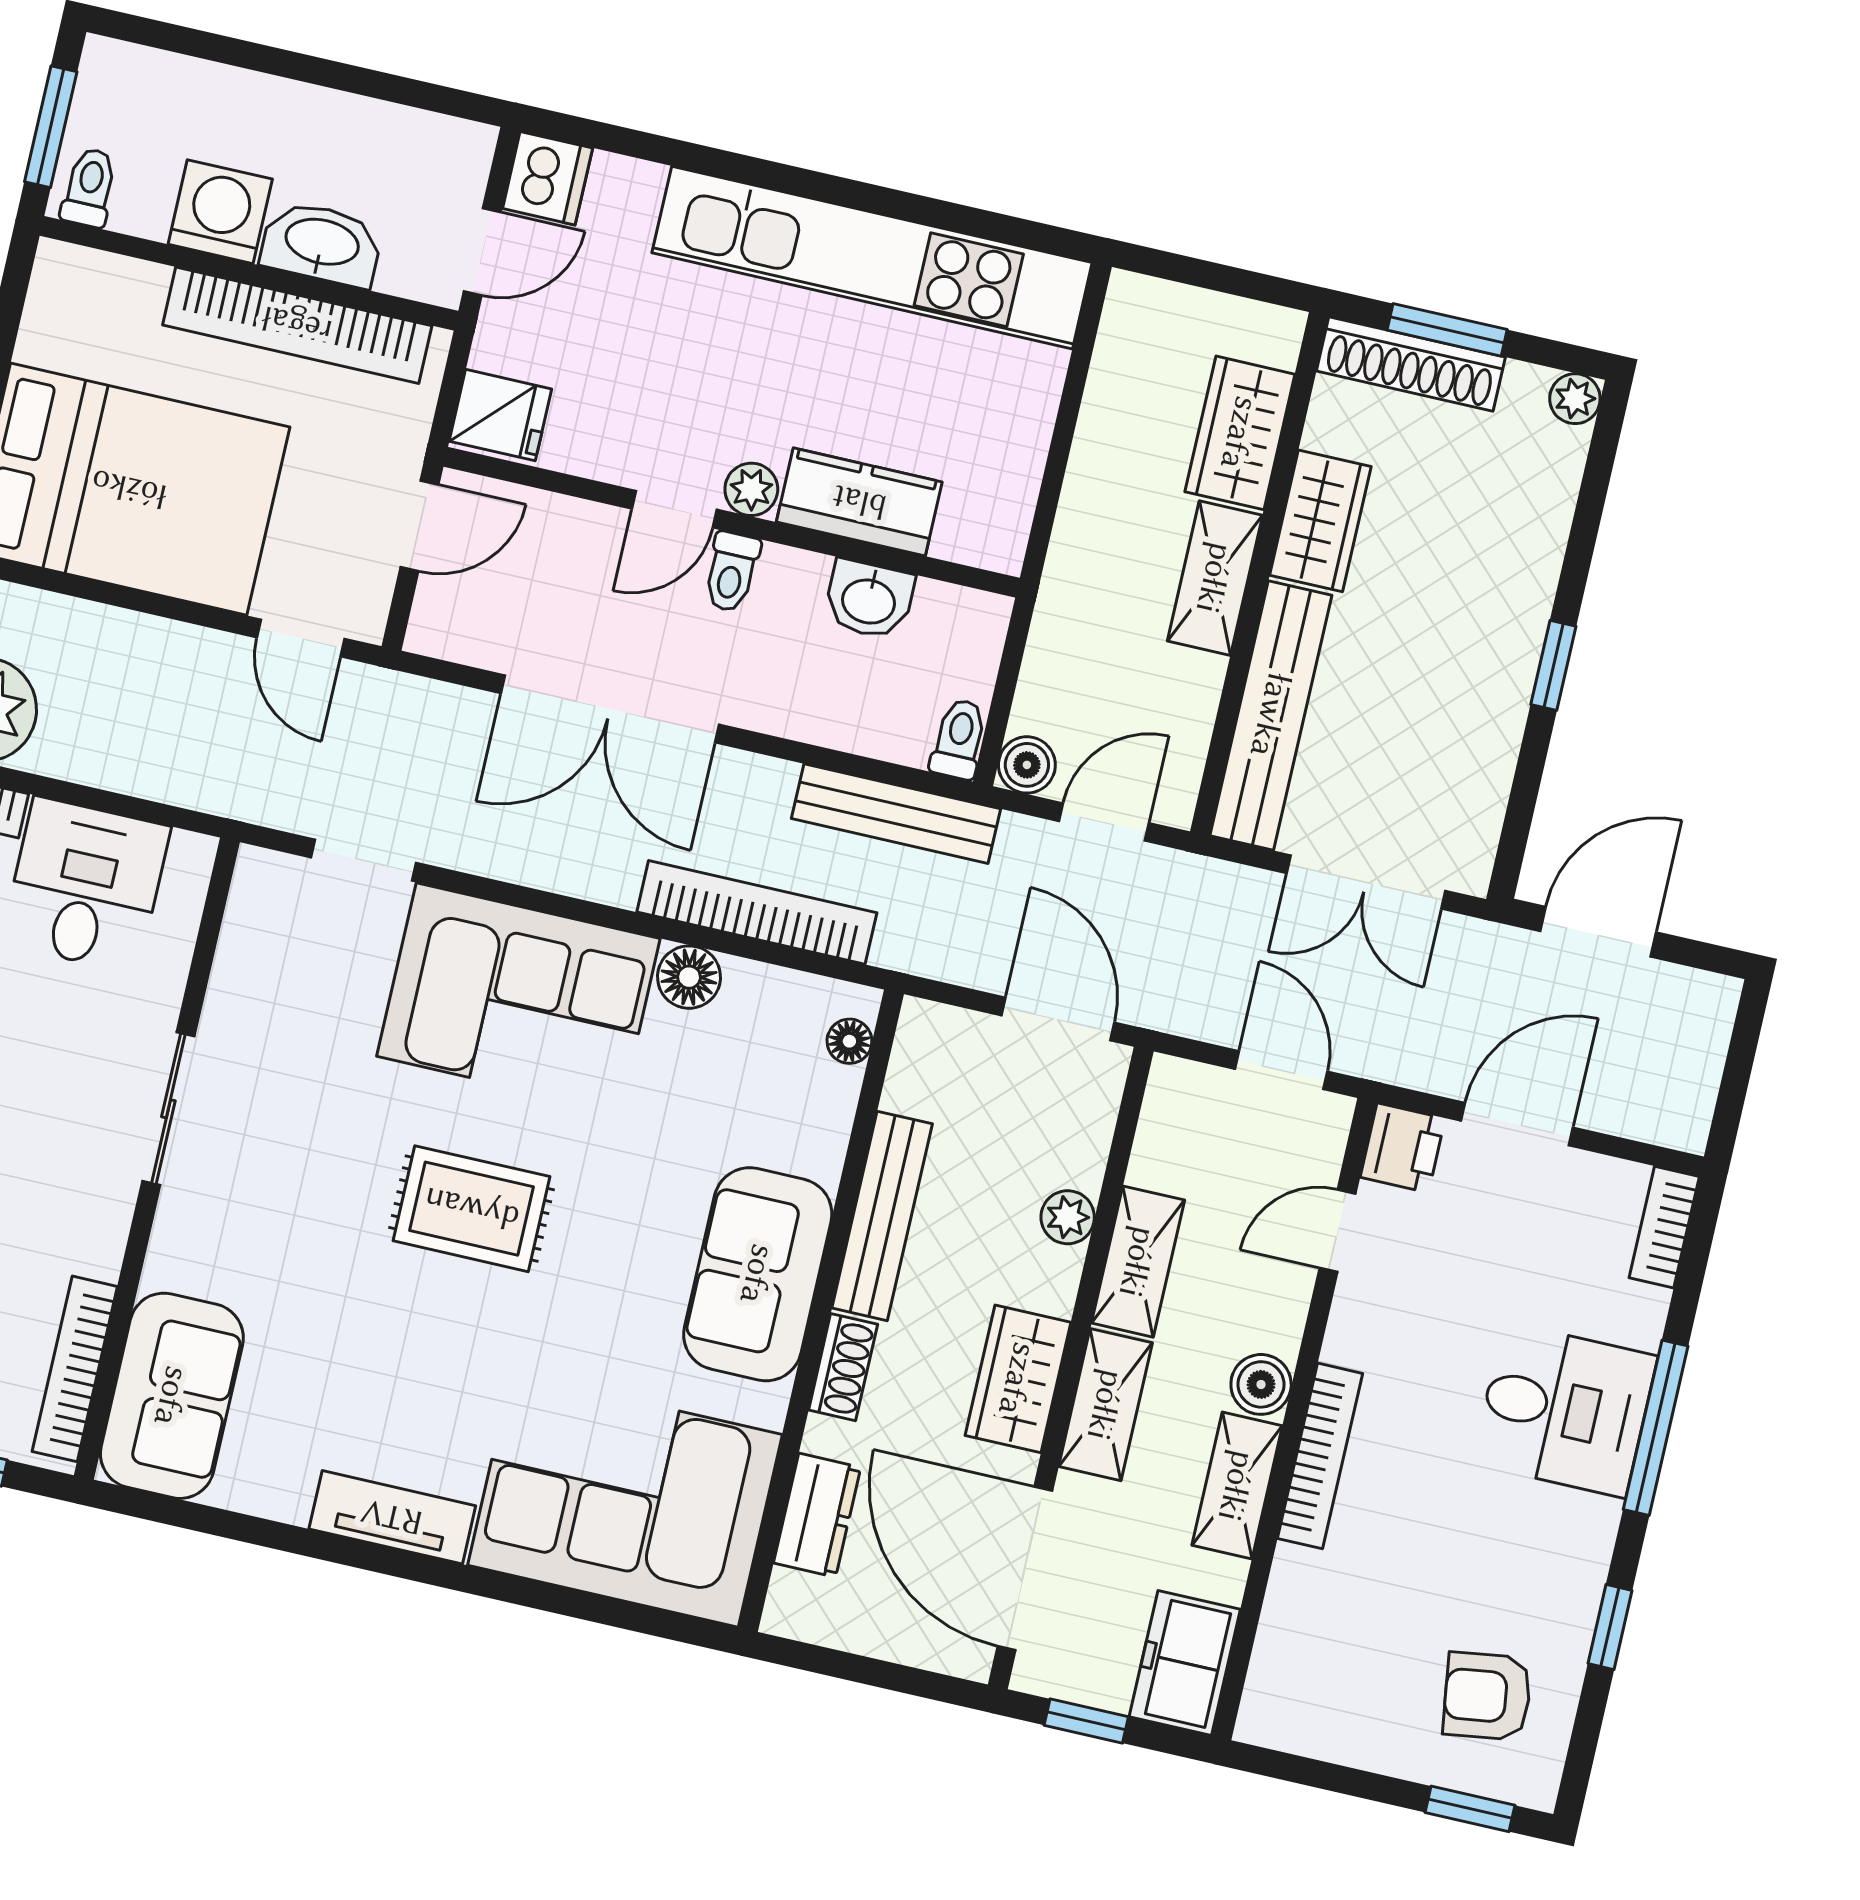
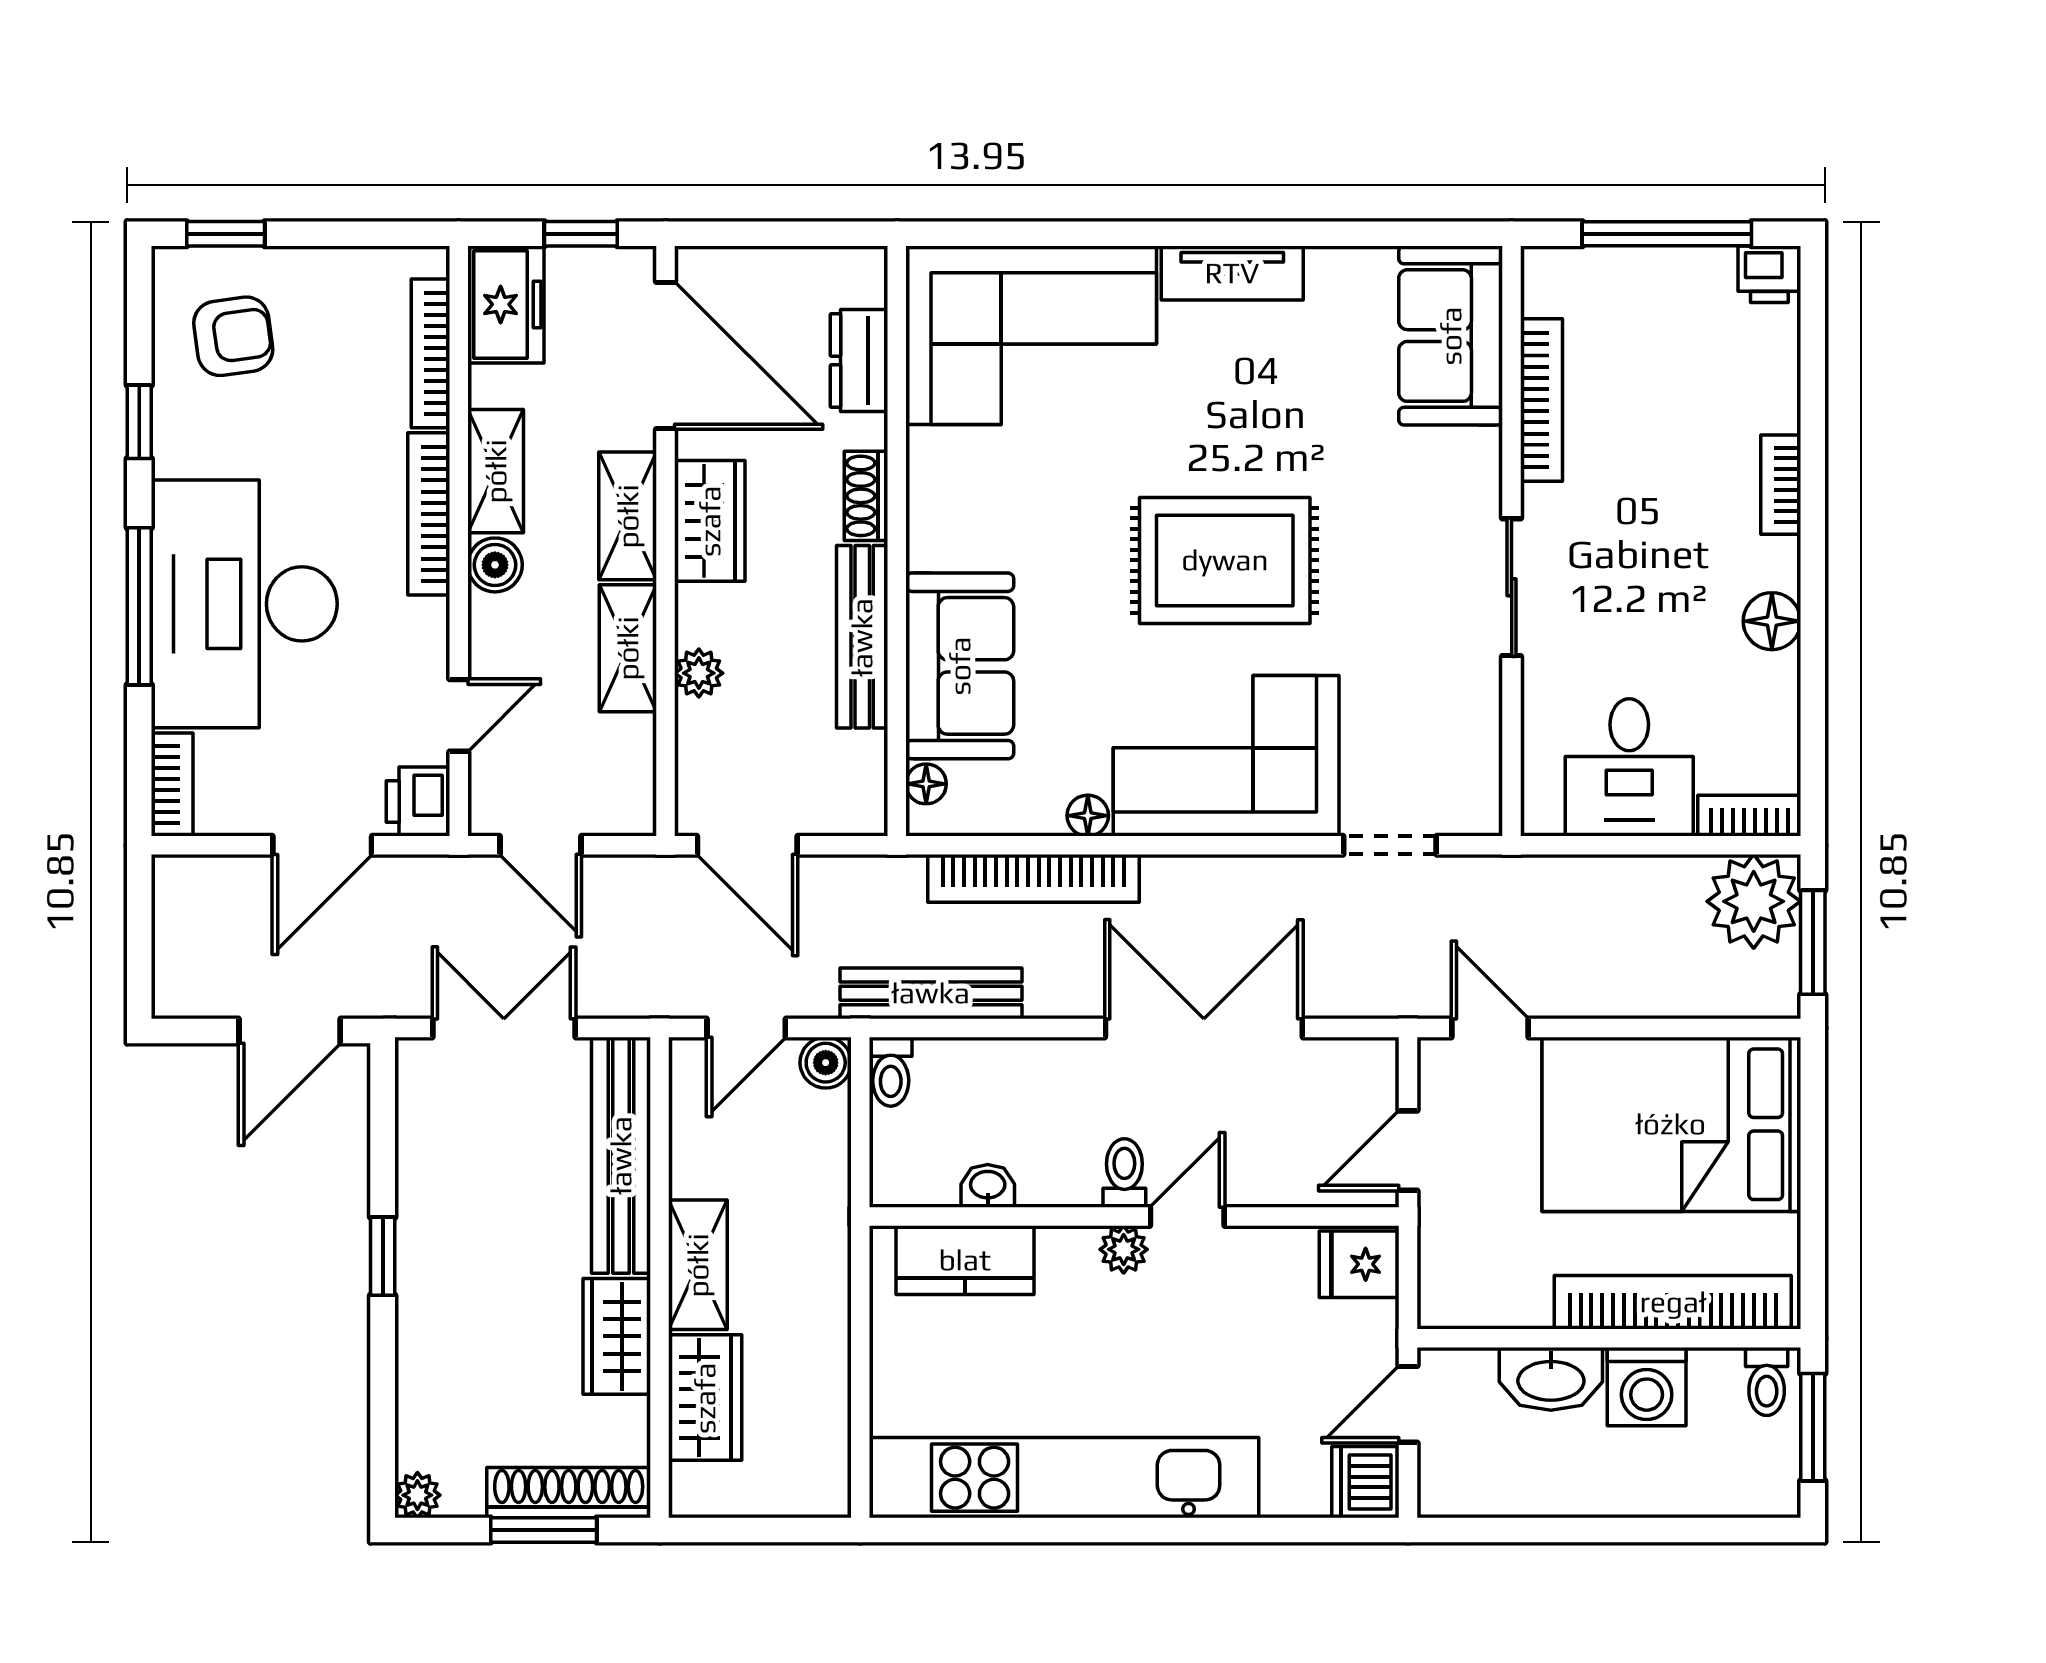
bookcase: (297, 325) -> (1673, 1302), moved
kitchen counter: (859, 502) -> (965, 1260), moved
washbasin: (869, 600) -> (988, 1186), width x0.72, depth x0.69
floor lamp: (689, 977) -> (1088, 816), width x0.73, depth x0.73
rug: (472, 1209) -> (1225, 560), width x1.36, depth x1.43
sofa: (758, 1274) -> (960, 666), moved
bookcase: (75, 1369) -> (1541, 400), moved
desk: (1565, 1410) -> (244, 604), width x1.87, depth x1.30
bookcase: (1278, 1629) -> (430, 353), added

